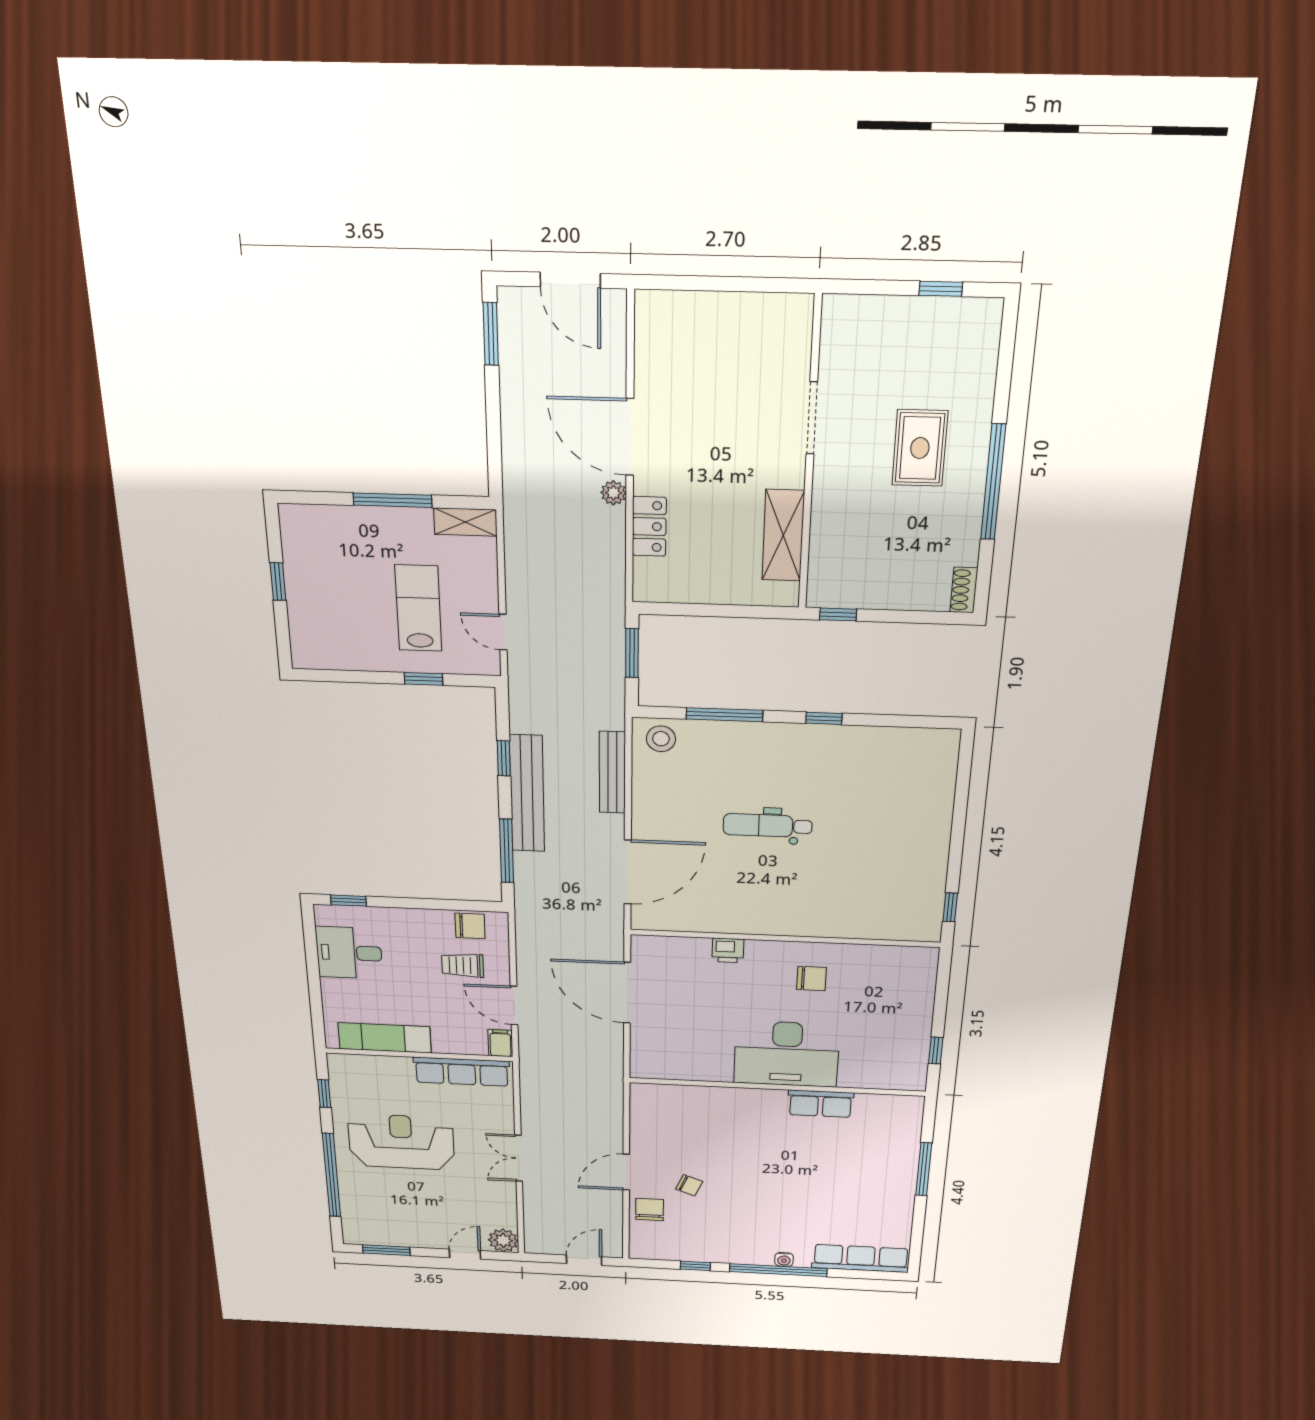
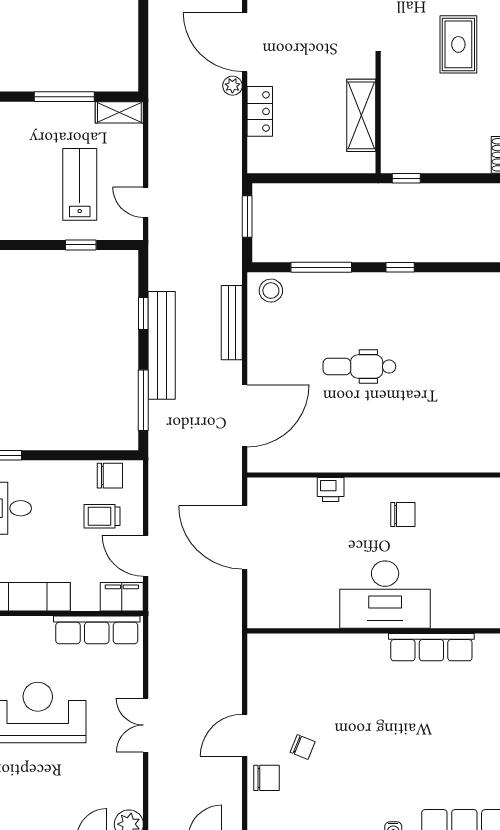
filing cabinet: (500, 1043) -> (122, 597), width x2.00
row of seats: (821, 1104) -> (431, 647), width x1.48
chair: (650, 1209) -> (266, 778), turned 90

